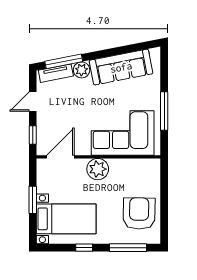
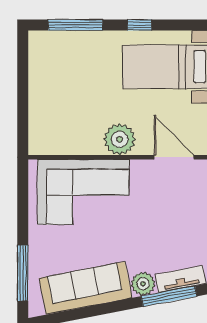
window: (164, 111) -> (23, 273), moved
door: (60, 157) -> (174, 157), swing flipped
armchair: (139, 213) -> (59, 75), removed

